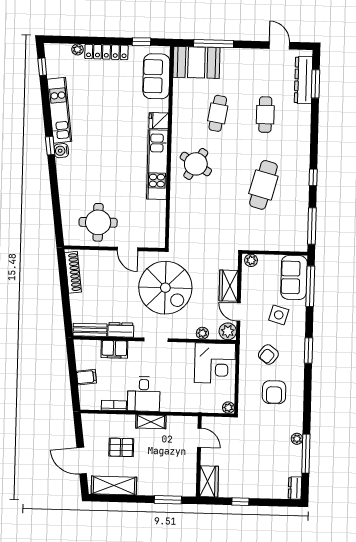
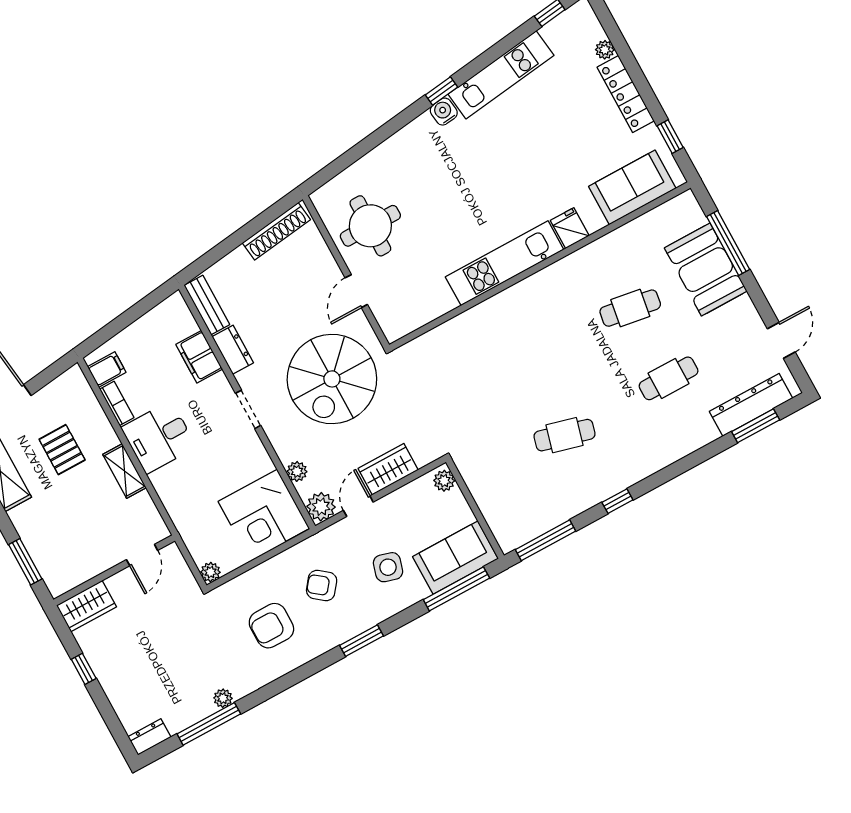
booth: (196, 62) -> (706, 270), moved
round table: (196, 164) -> (538, 319), removed
cafe table: (263, 185) -> (565, 435), width x0.73, depth x0.74
filing cabinet: (86, 377) -> (107, 369), moved, turned -83

